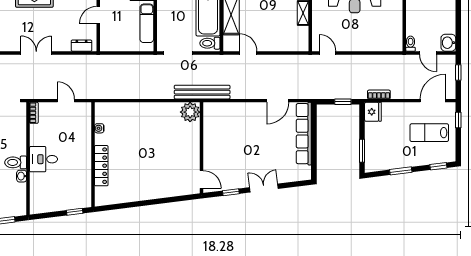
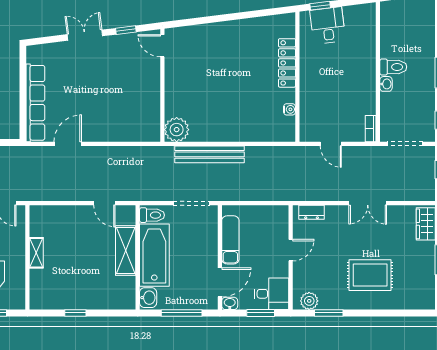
bench: (202, 92) -> (209, 154), moved
desk: (43, 159) -> (328, 25), moved, turned -97
washbasin: (22, 176) -> (386, 84), moved
double door: (264, 188) -> (85, 35), swing flipped

